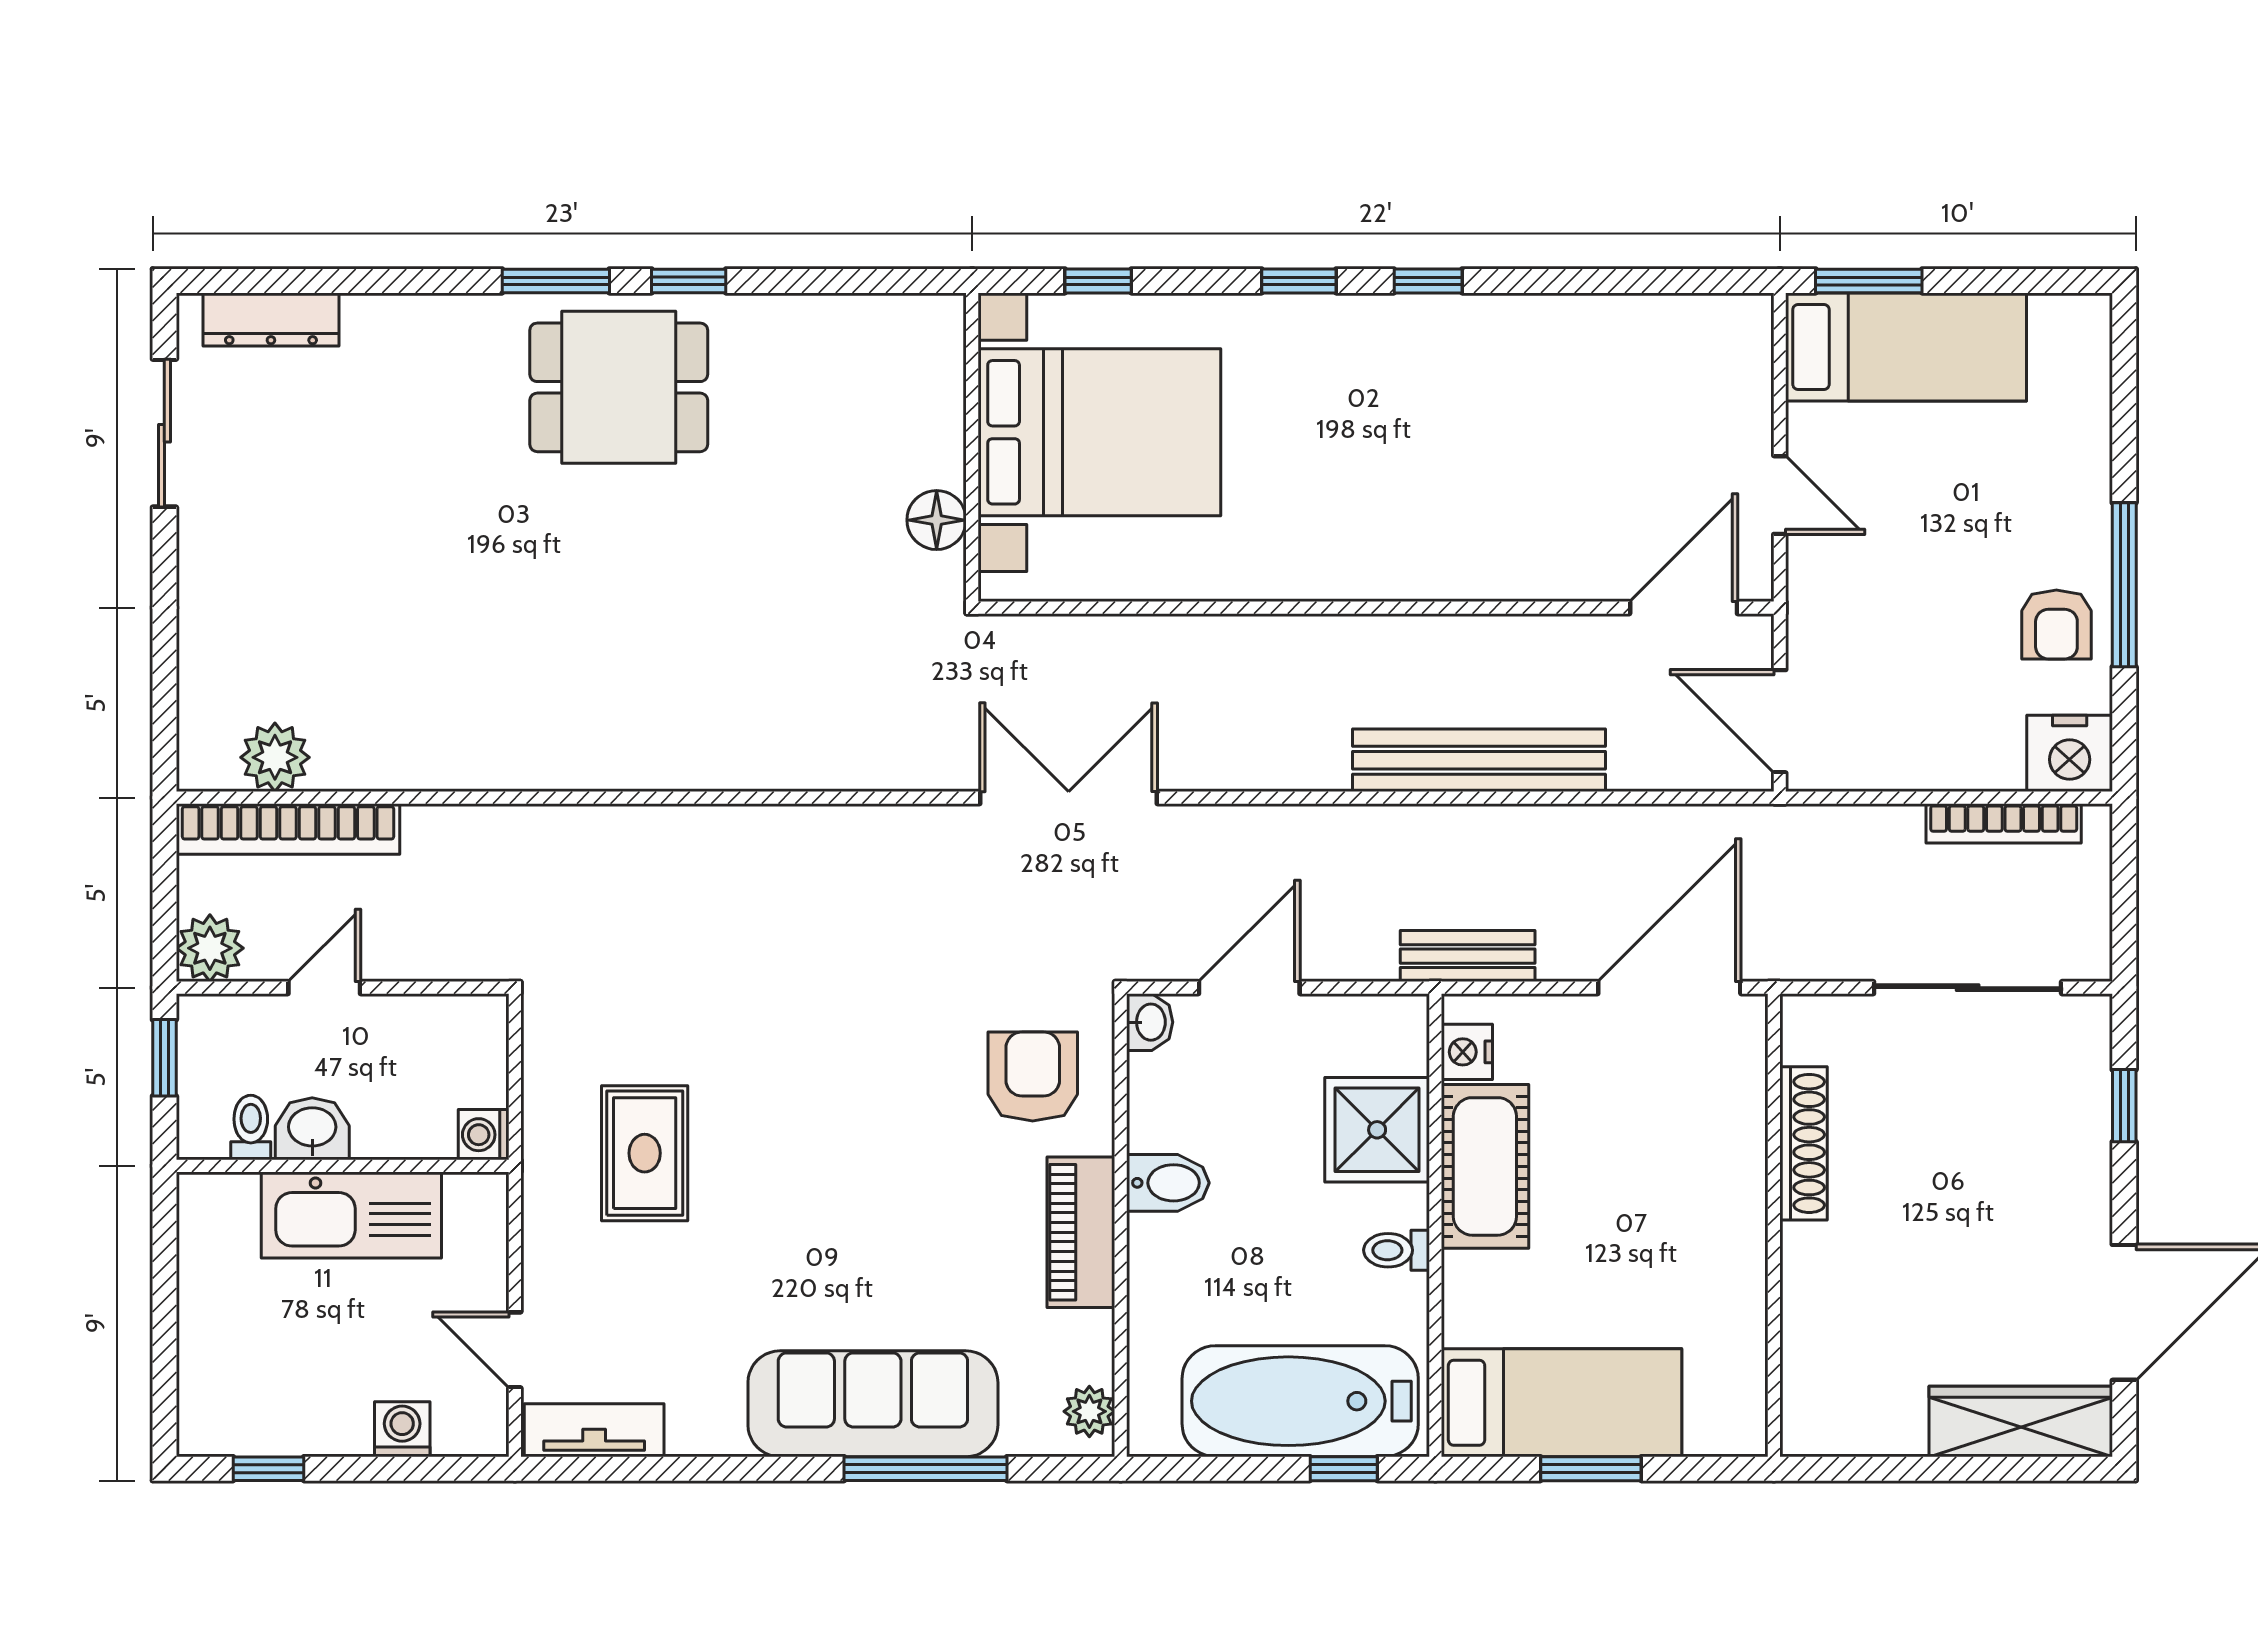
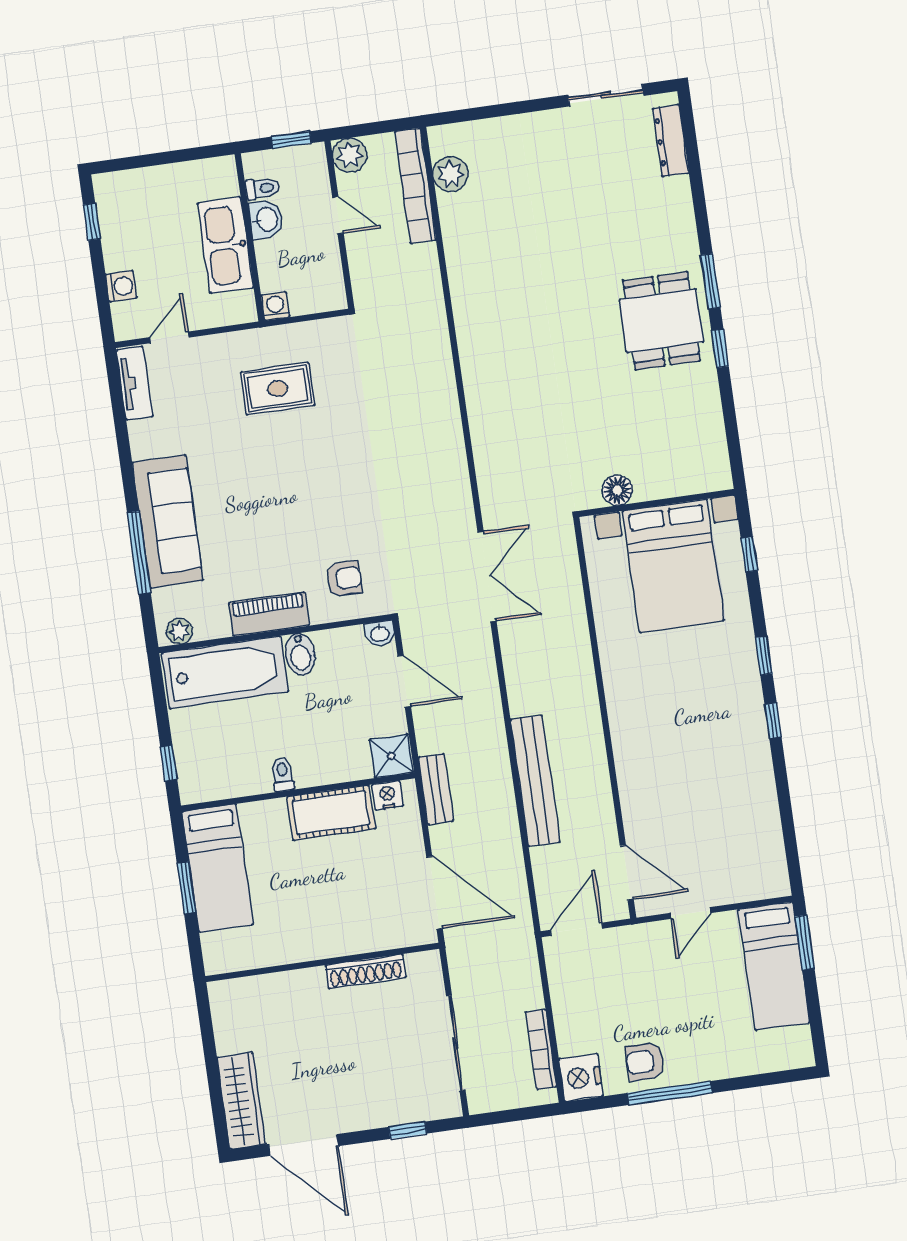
armchair: (1033, 1076) -> (344, 579), width x0.72, depth x0.72
shower: (1377, 1130) -> (391, 756), moved, width x0.73, depth x0.73
bathtub: (1300, 1401) -> (225, 672), moved, turned 90

